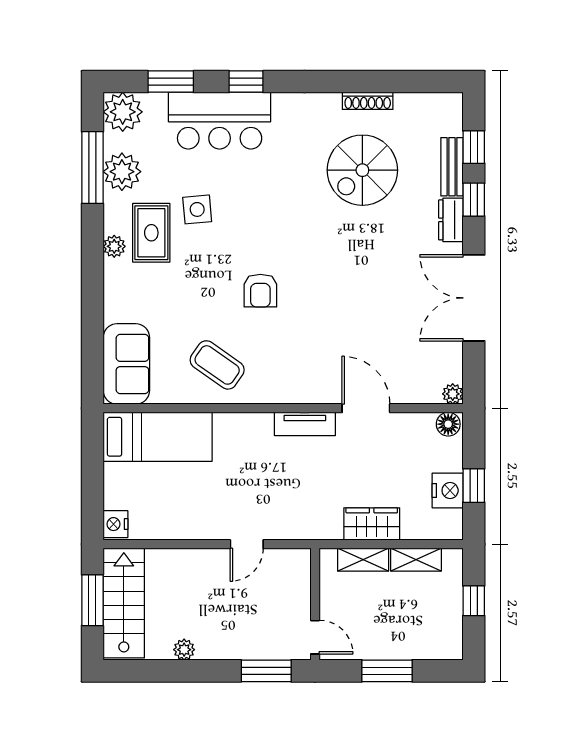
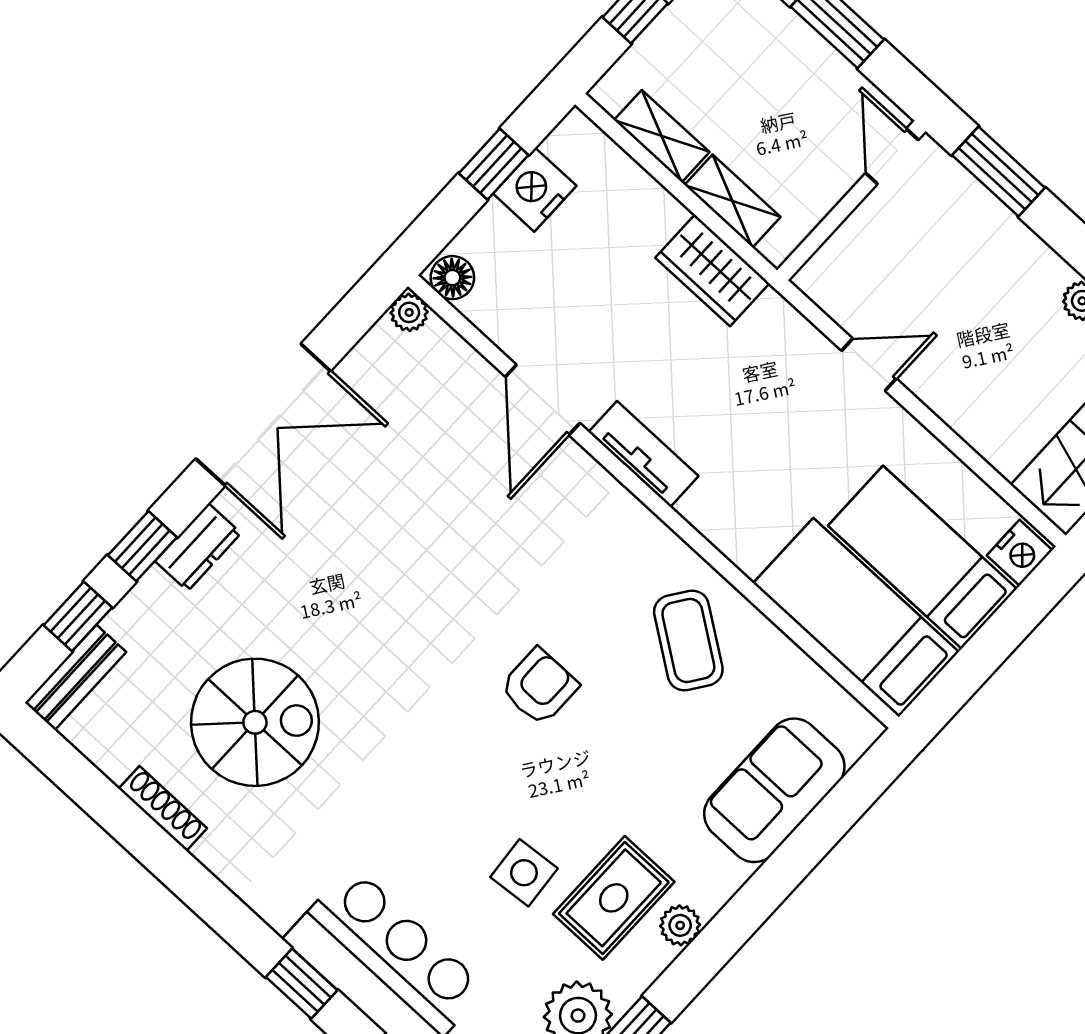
bench: (452, 167) -> (76, 677), moved
sofa: (126, 364) -> (774, 790), moved
bed: (153, 486) -> (922, 557), added
wardrobe: (372, 524) -> (712, 270), moved

